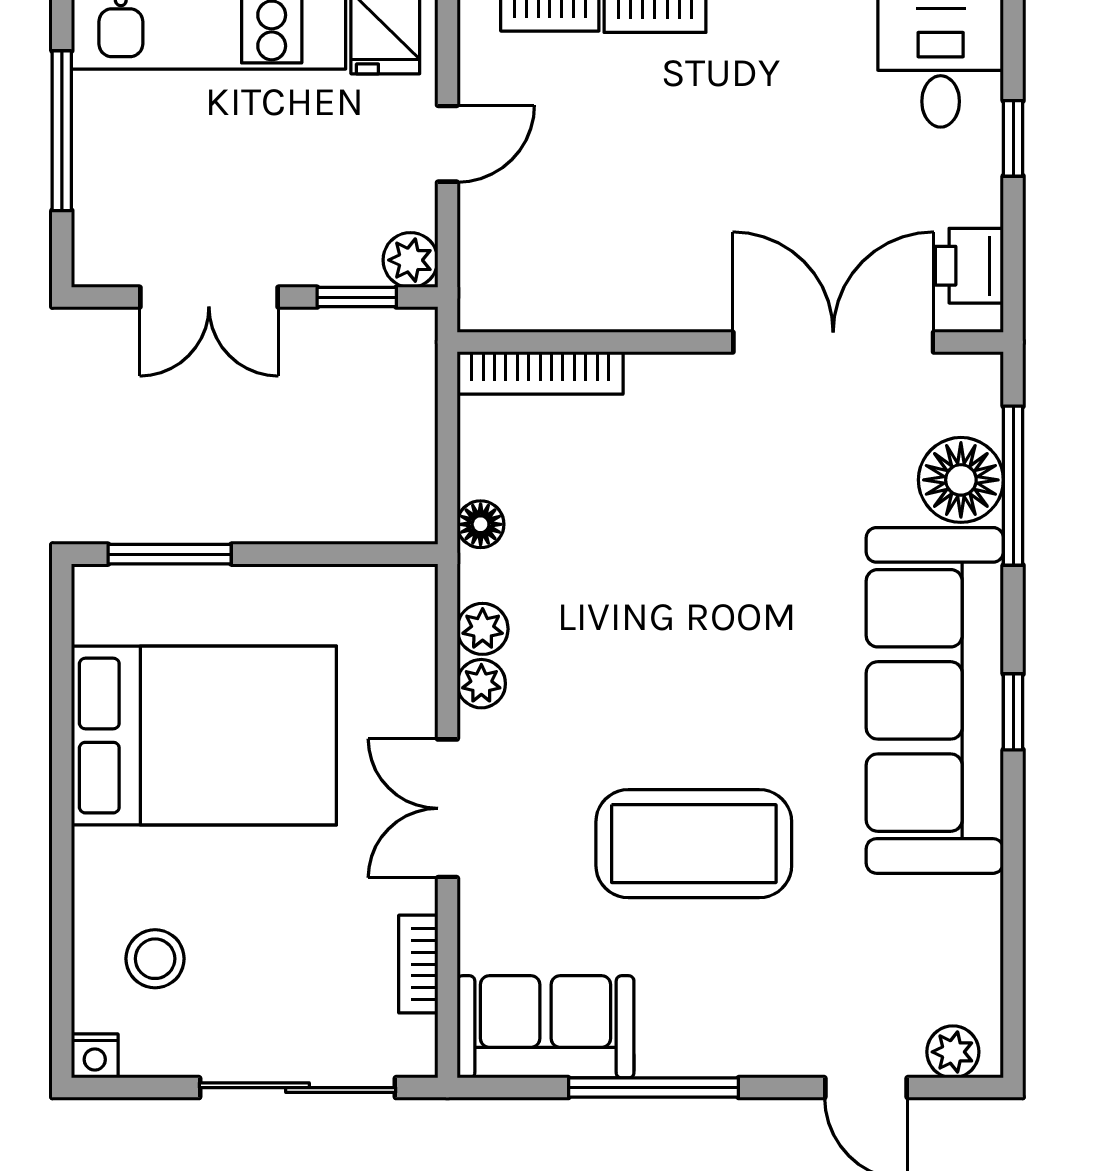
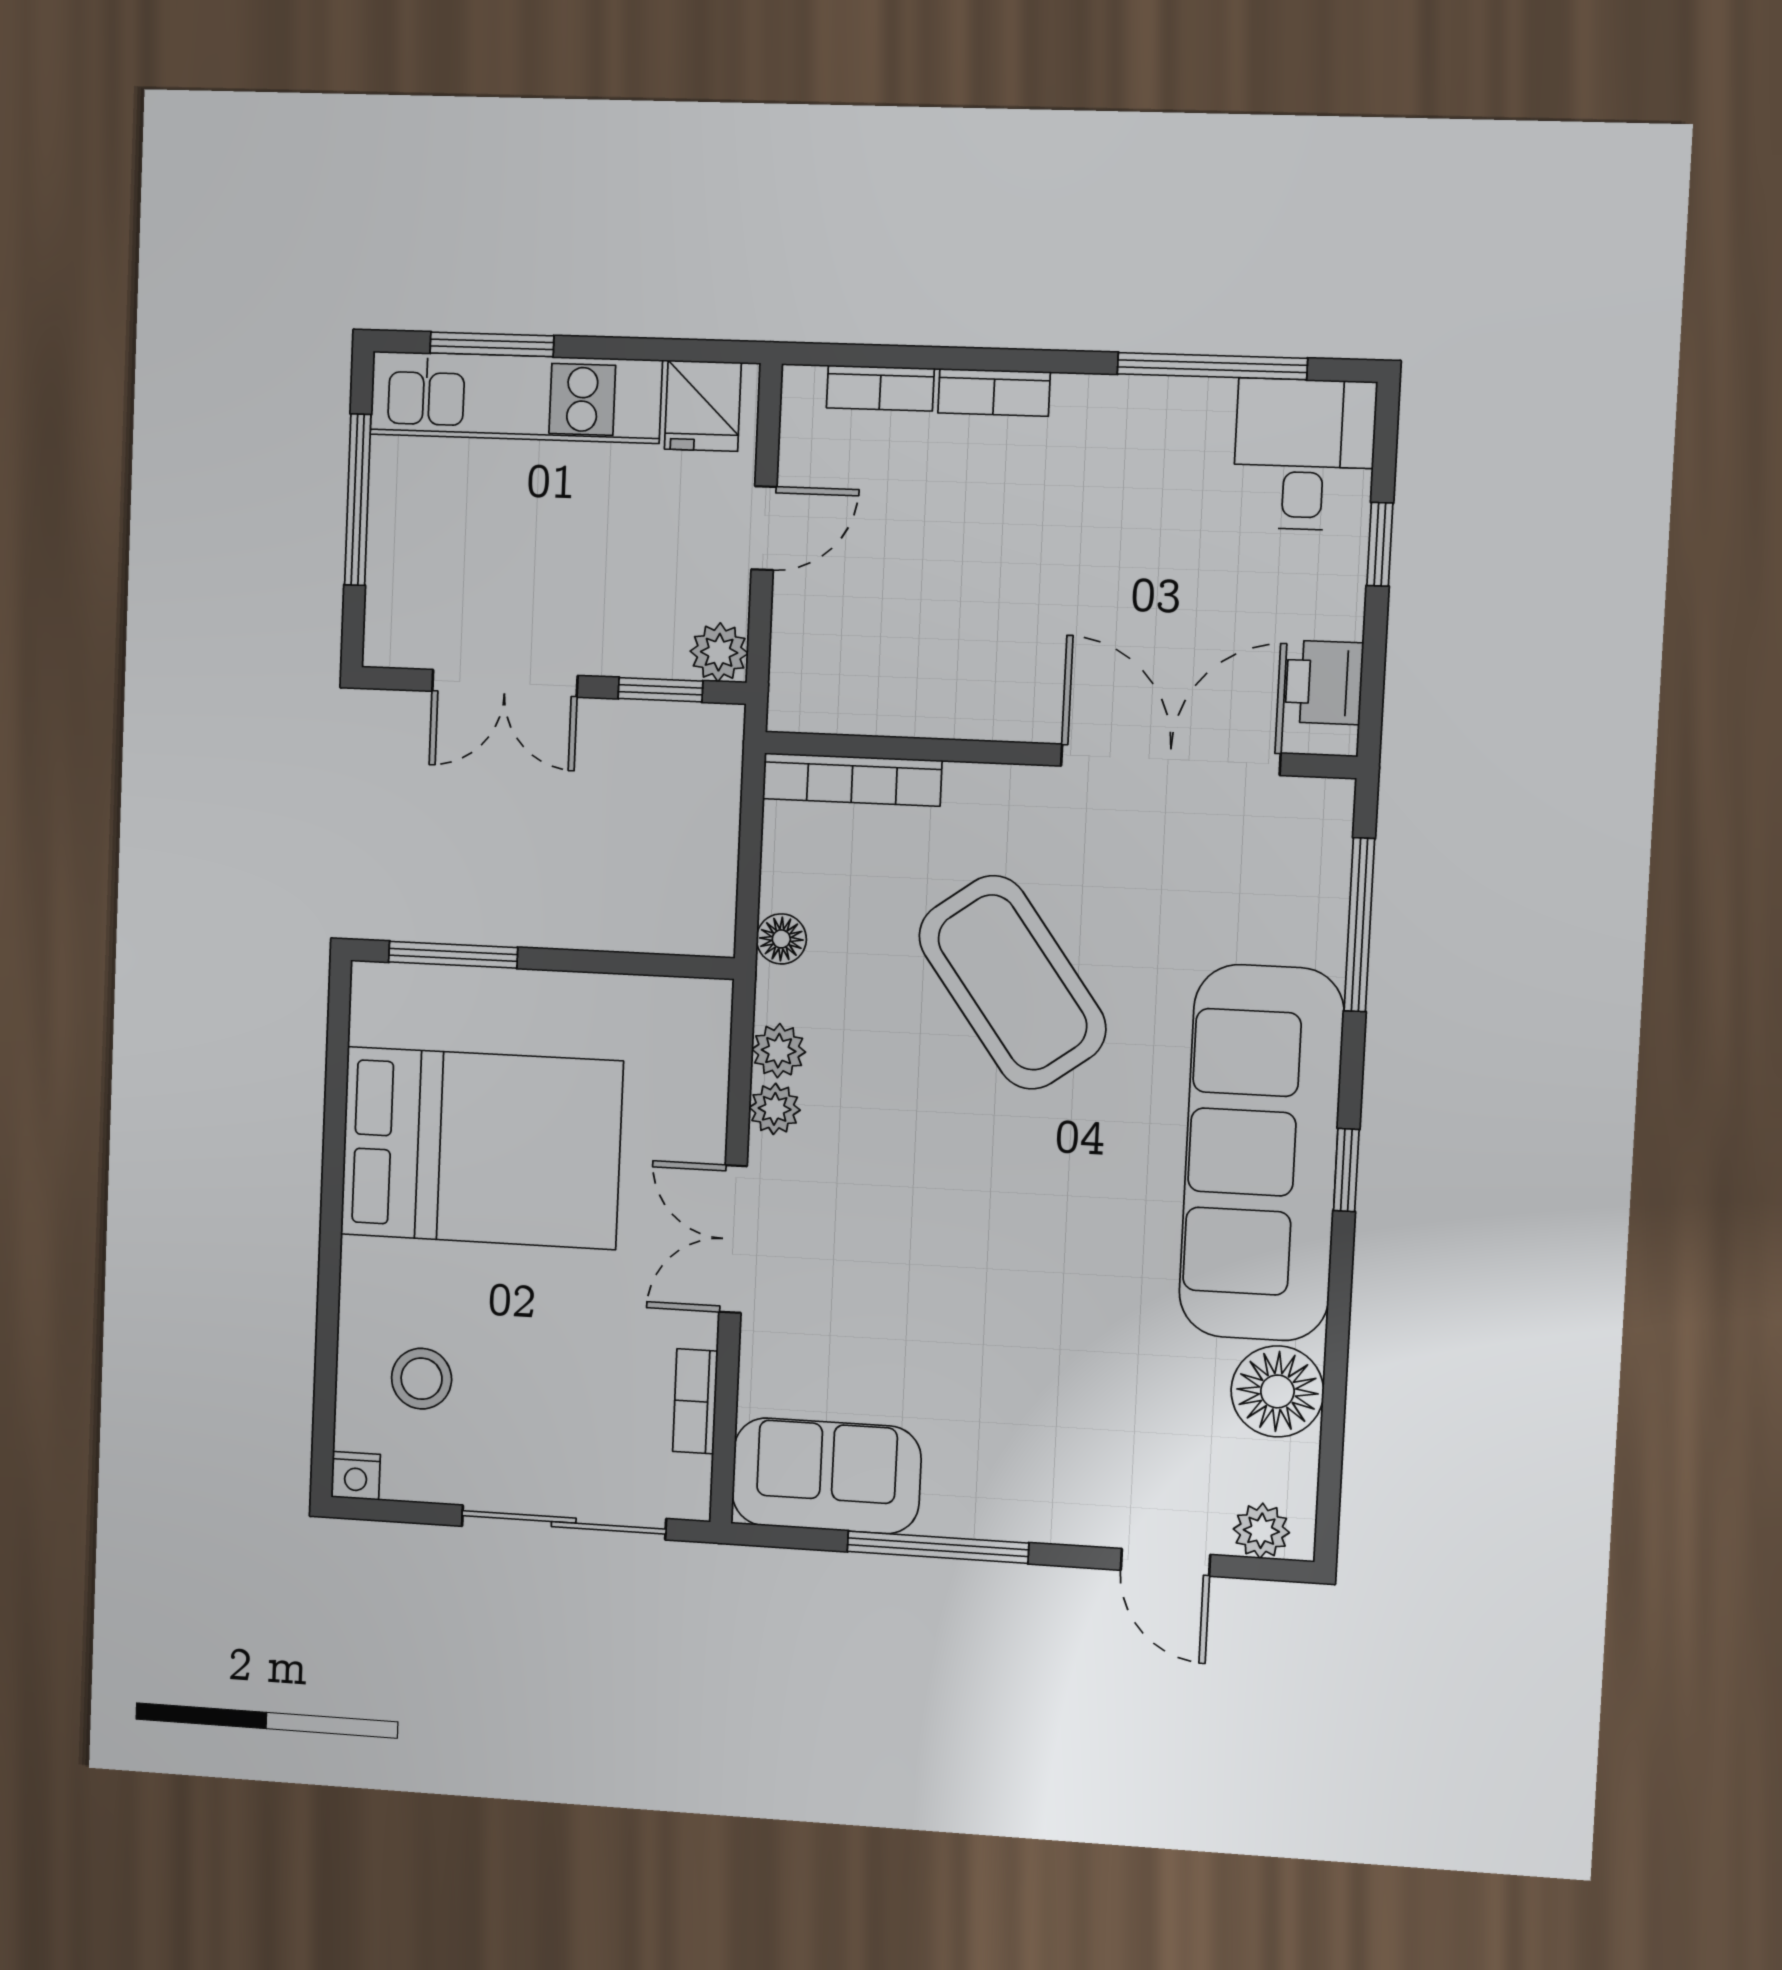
floor lamp: (961, 480) -> (1277, 1391), moved
coffee table: (694, 844) -> (1012, 982), moved, turned 54

